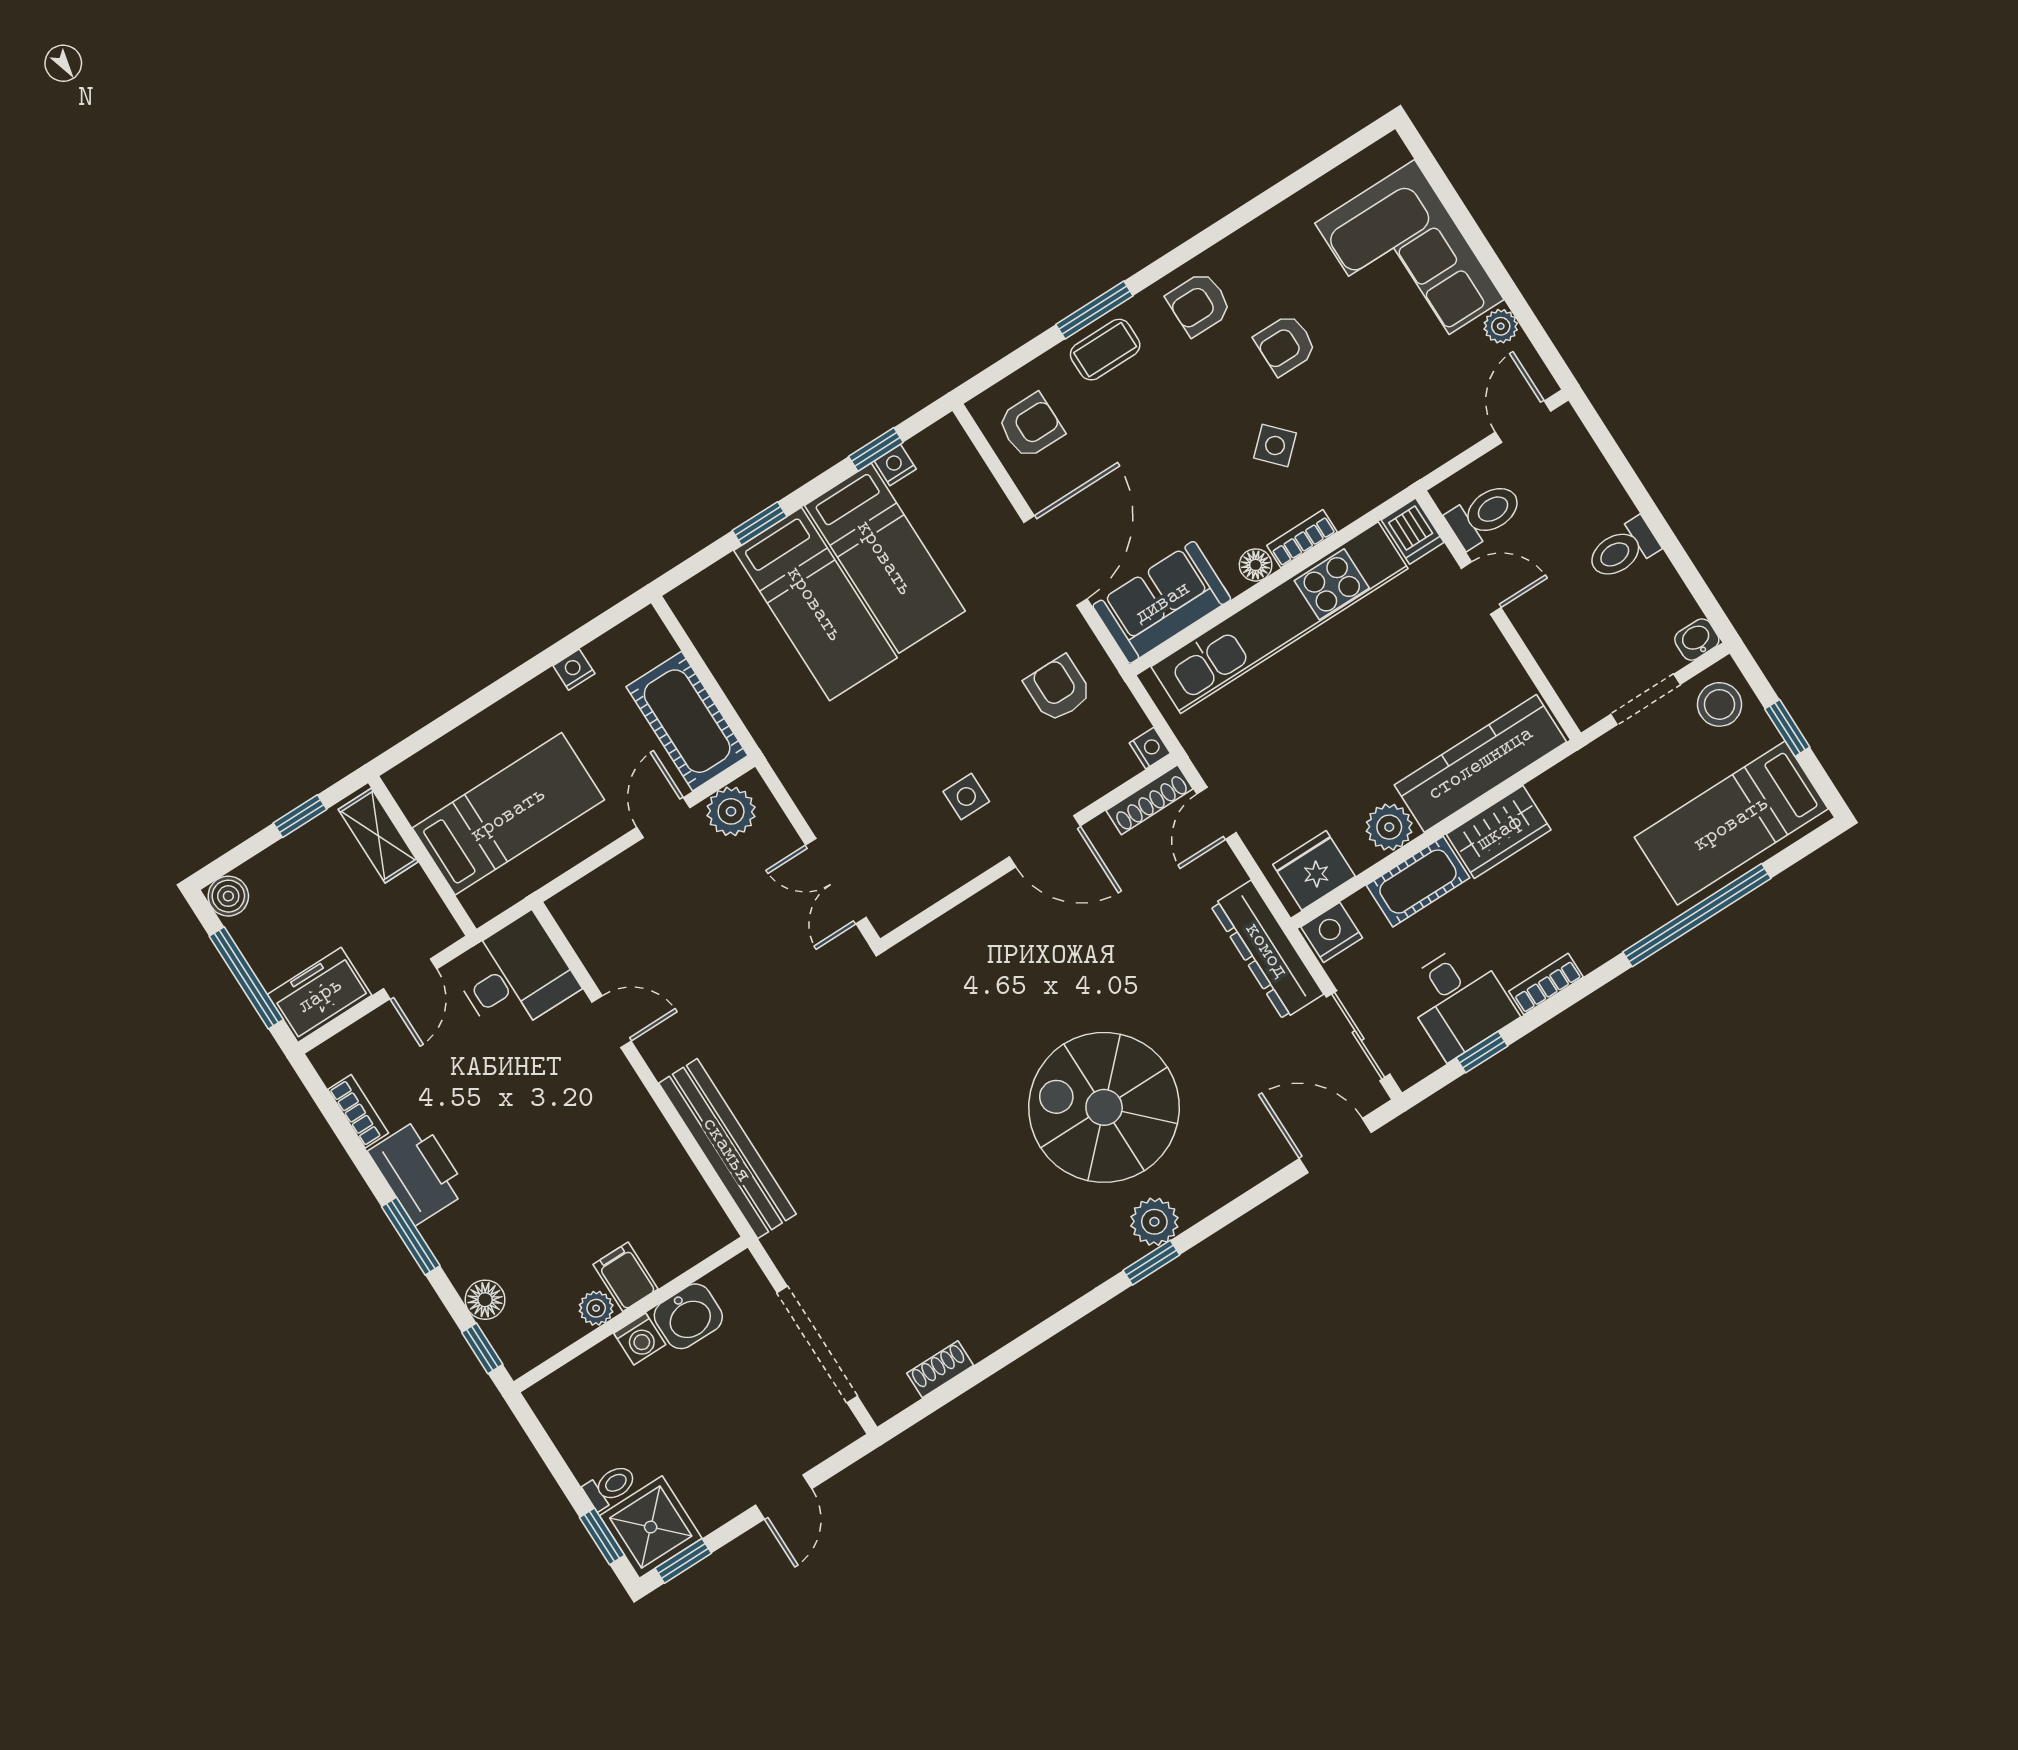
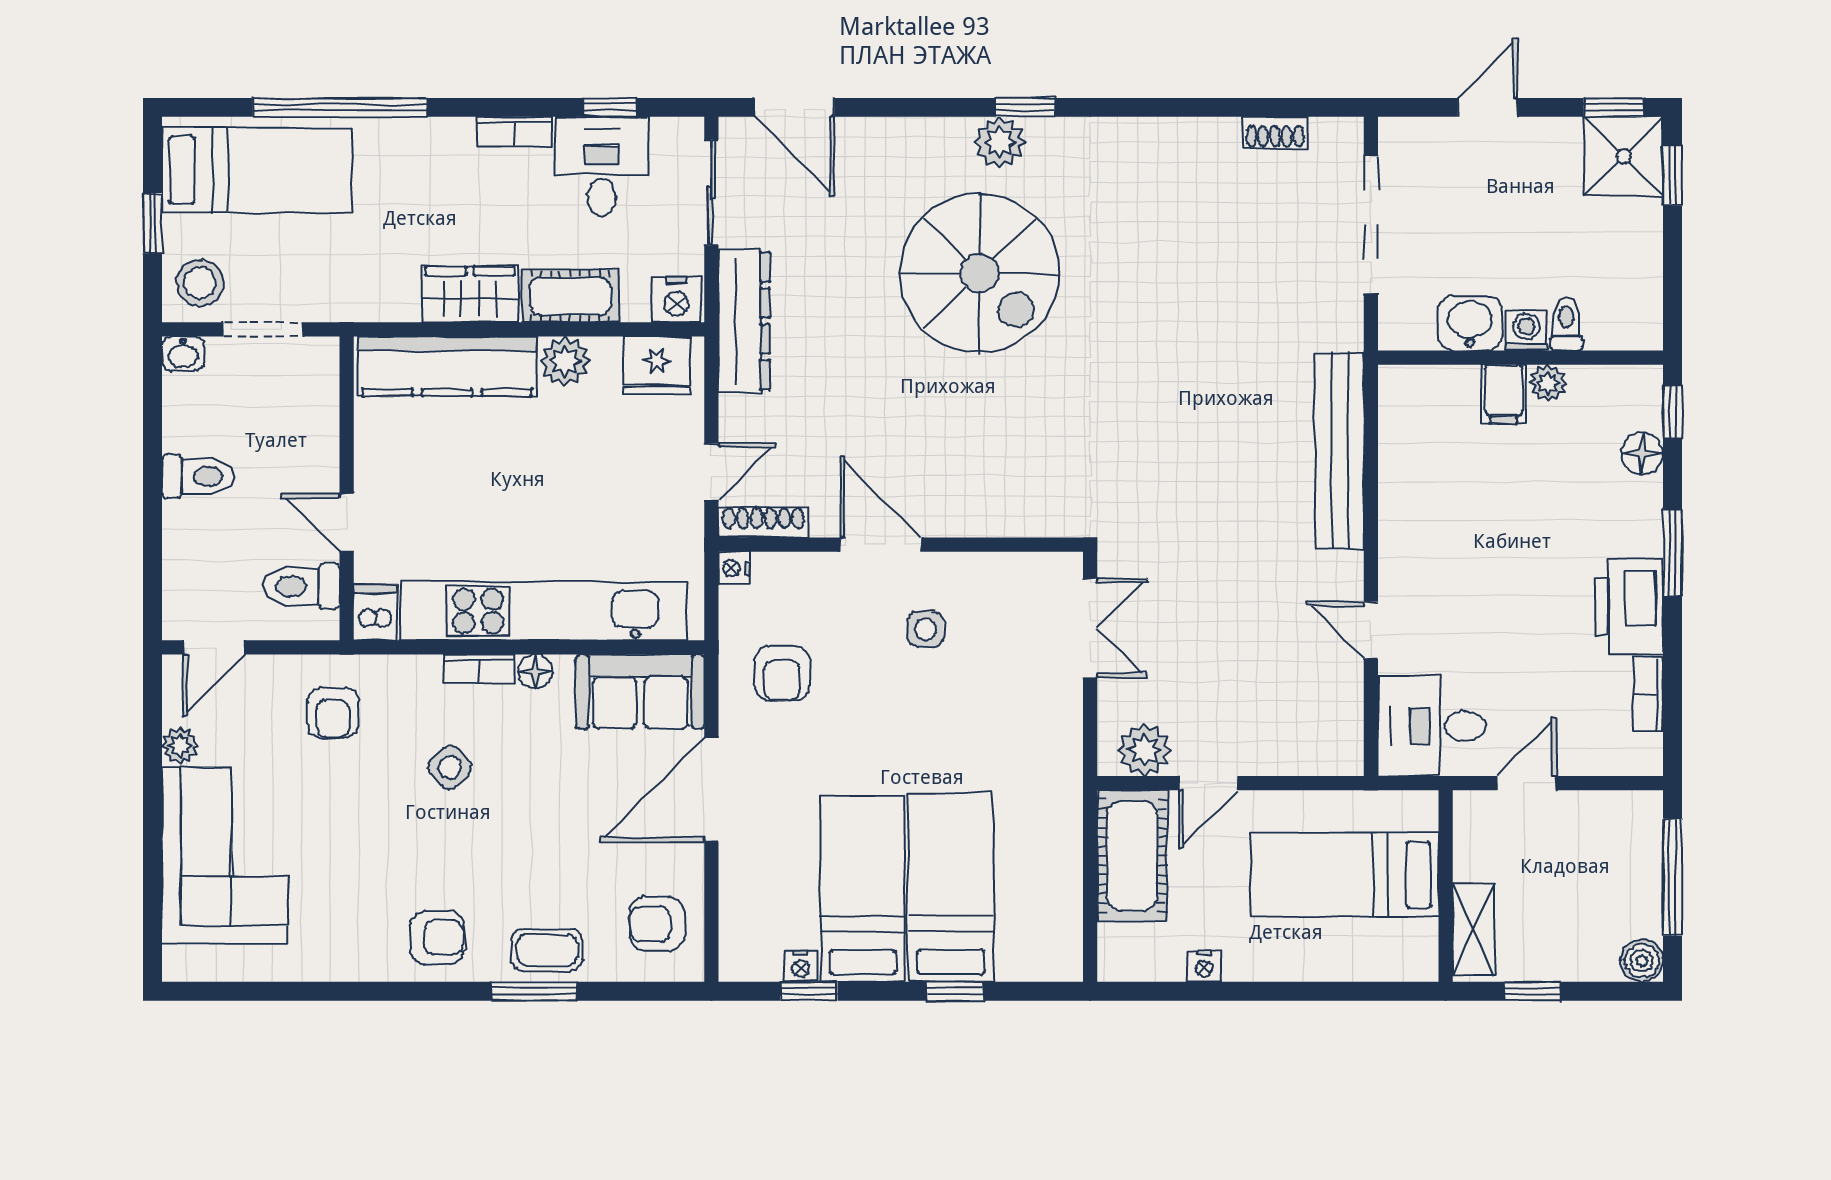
armchair: (1285, 345) -> (333, 713), moved, turned 90
freezer: (320, 995) -> (1617, 820), removed
toilet: (610, 1487) -> (1566, 324), moved, turned 90

